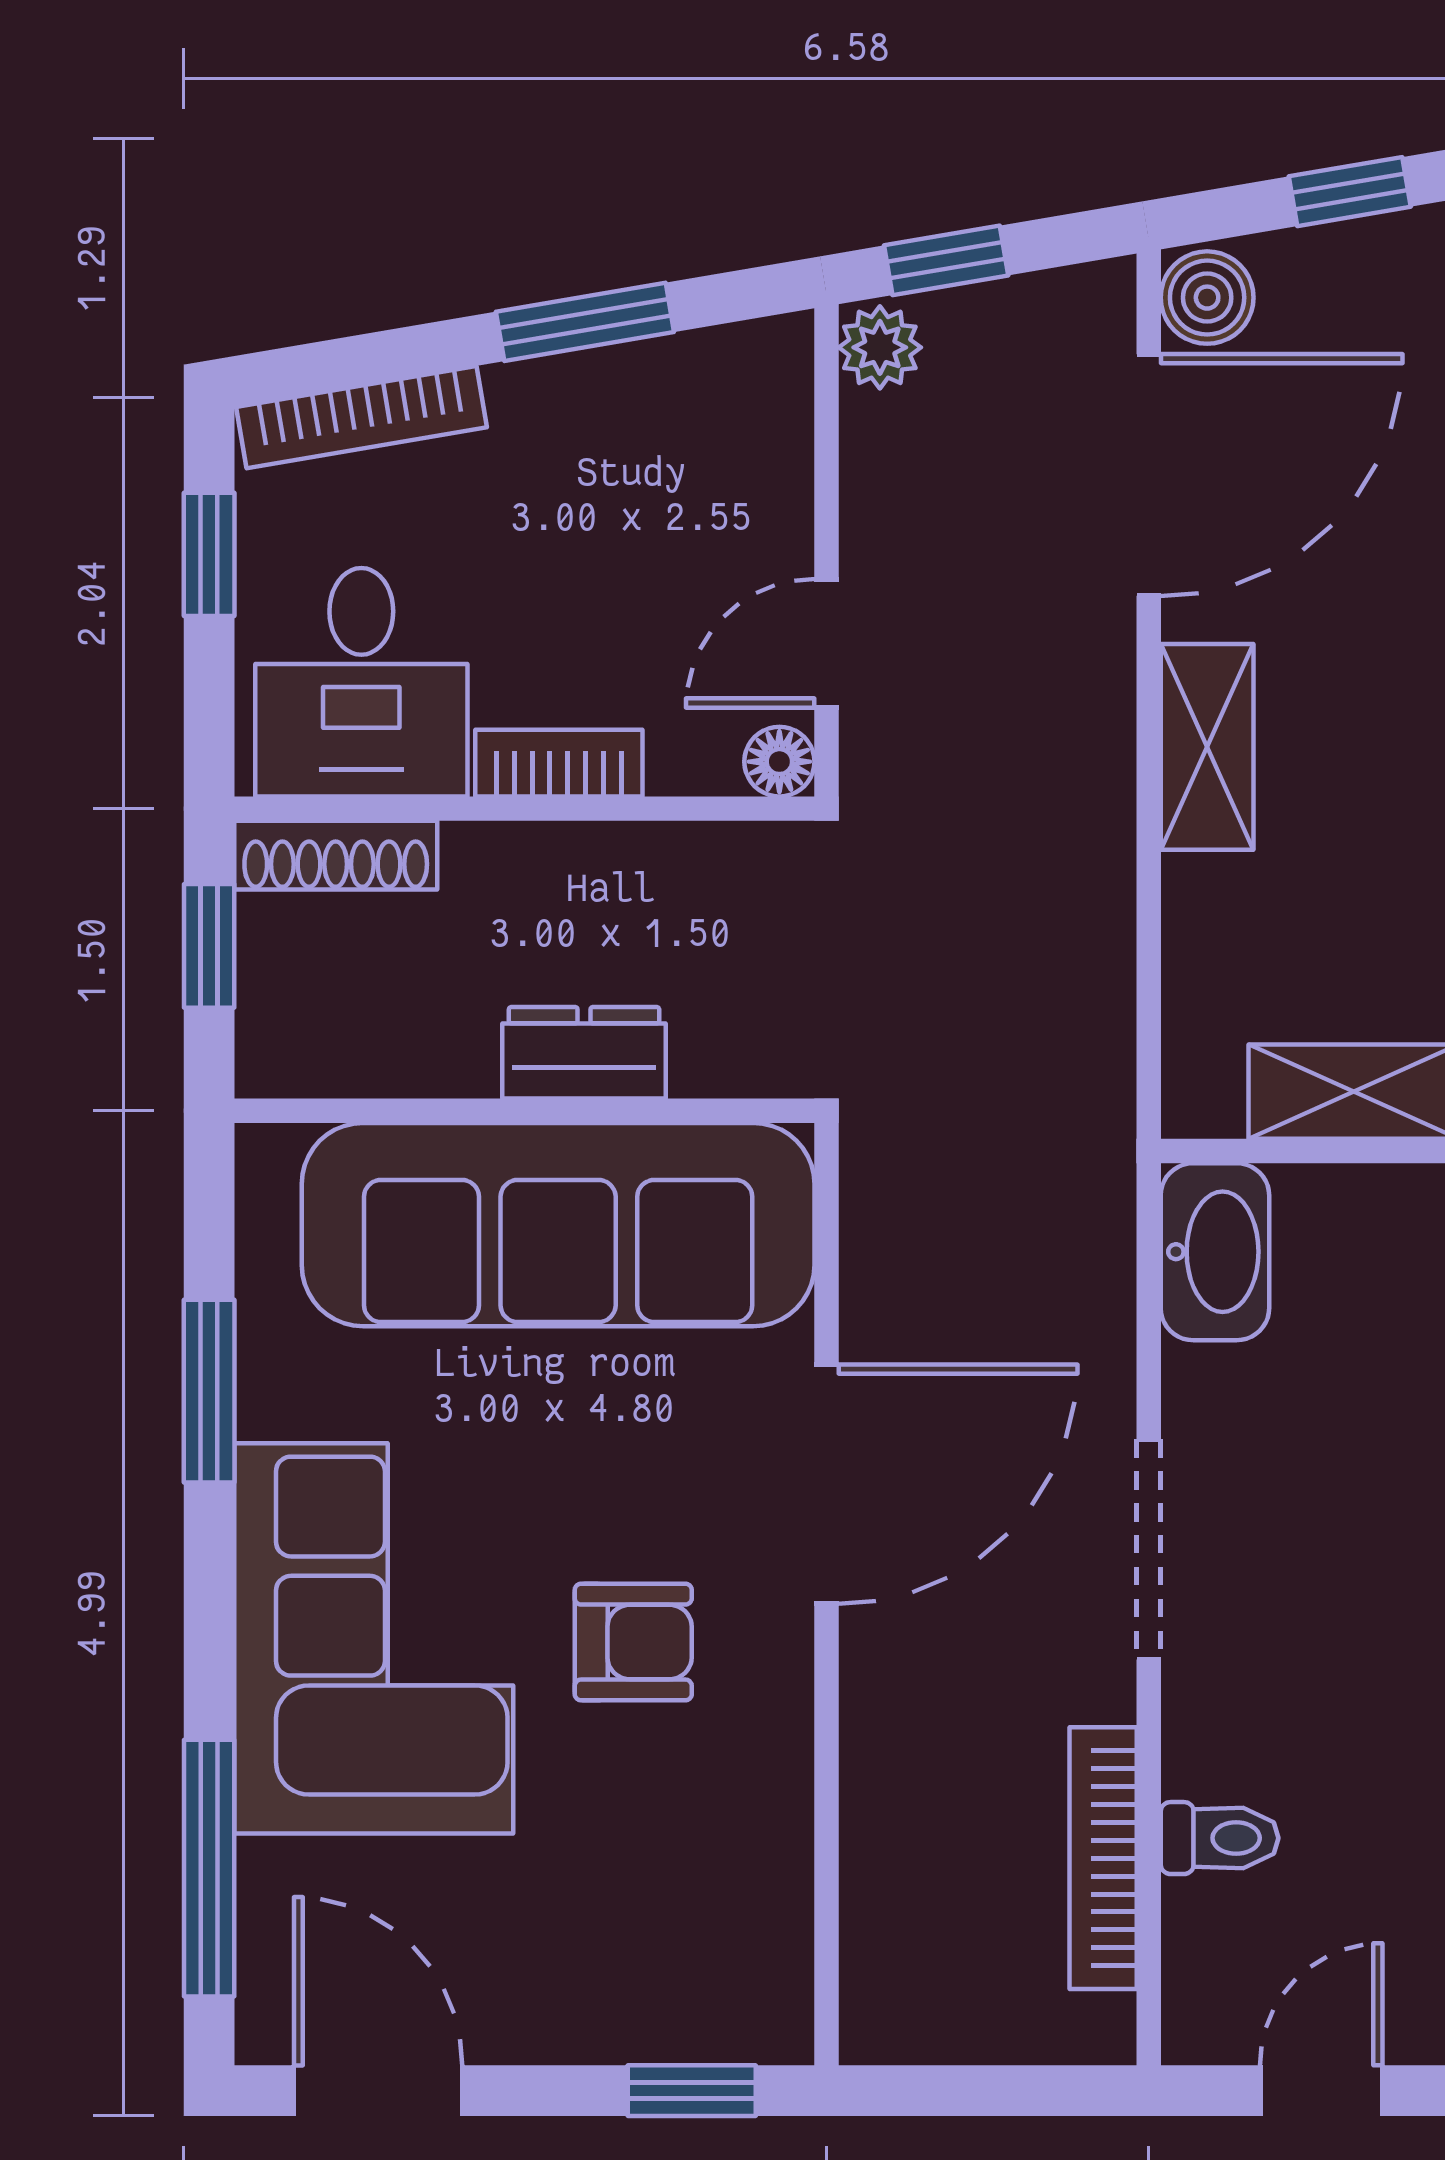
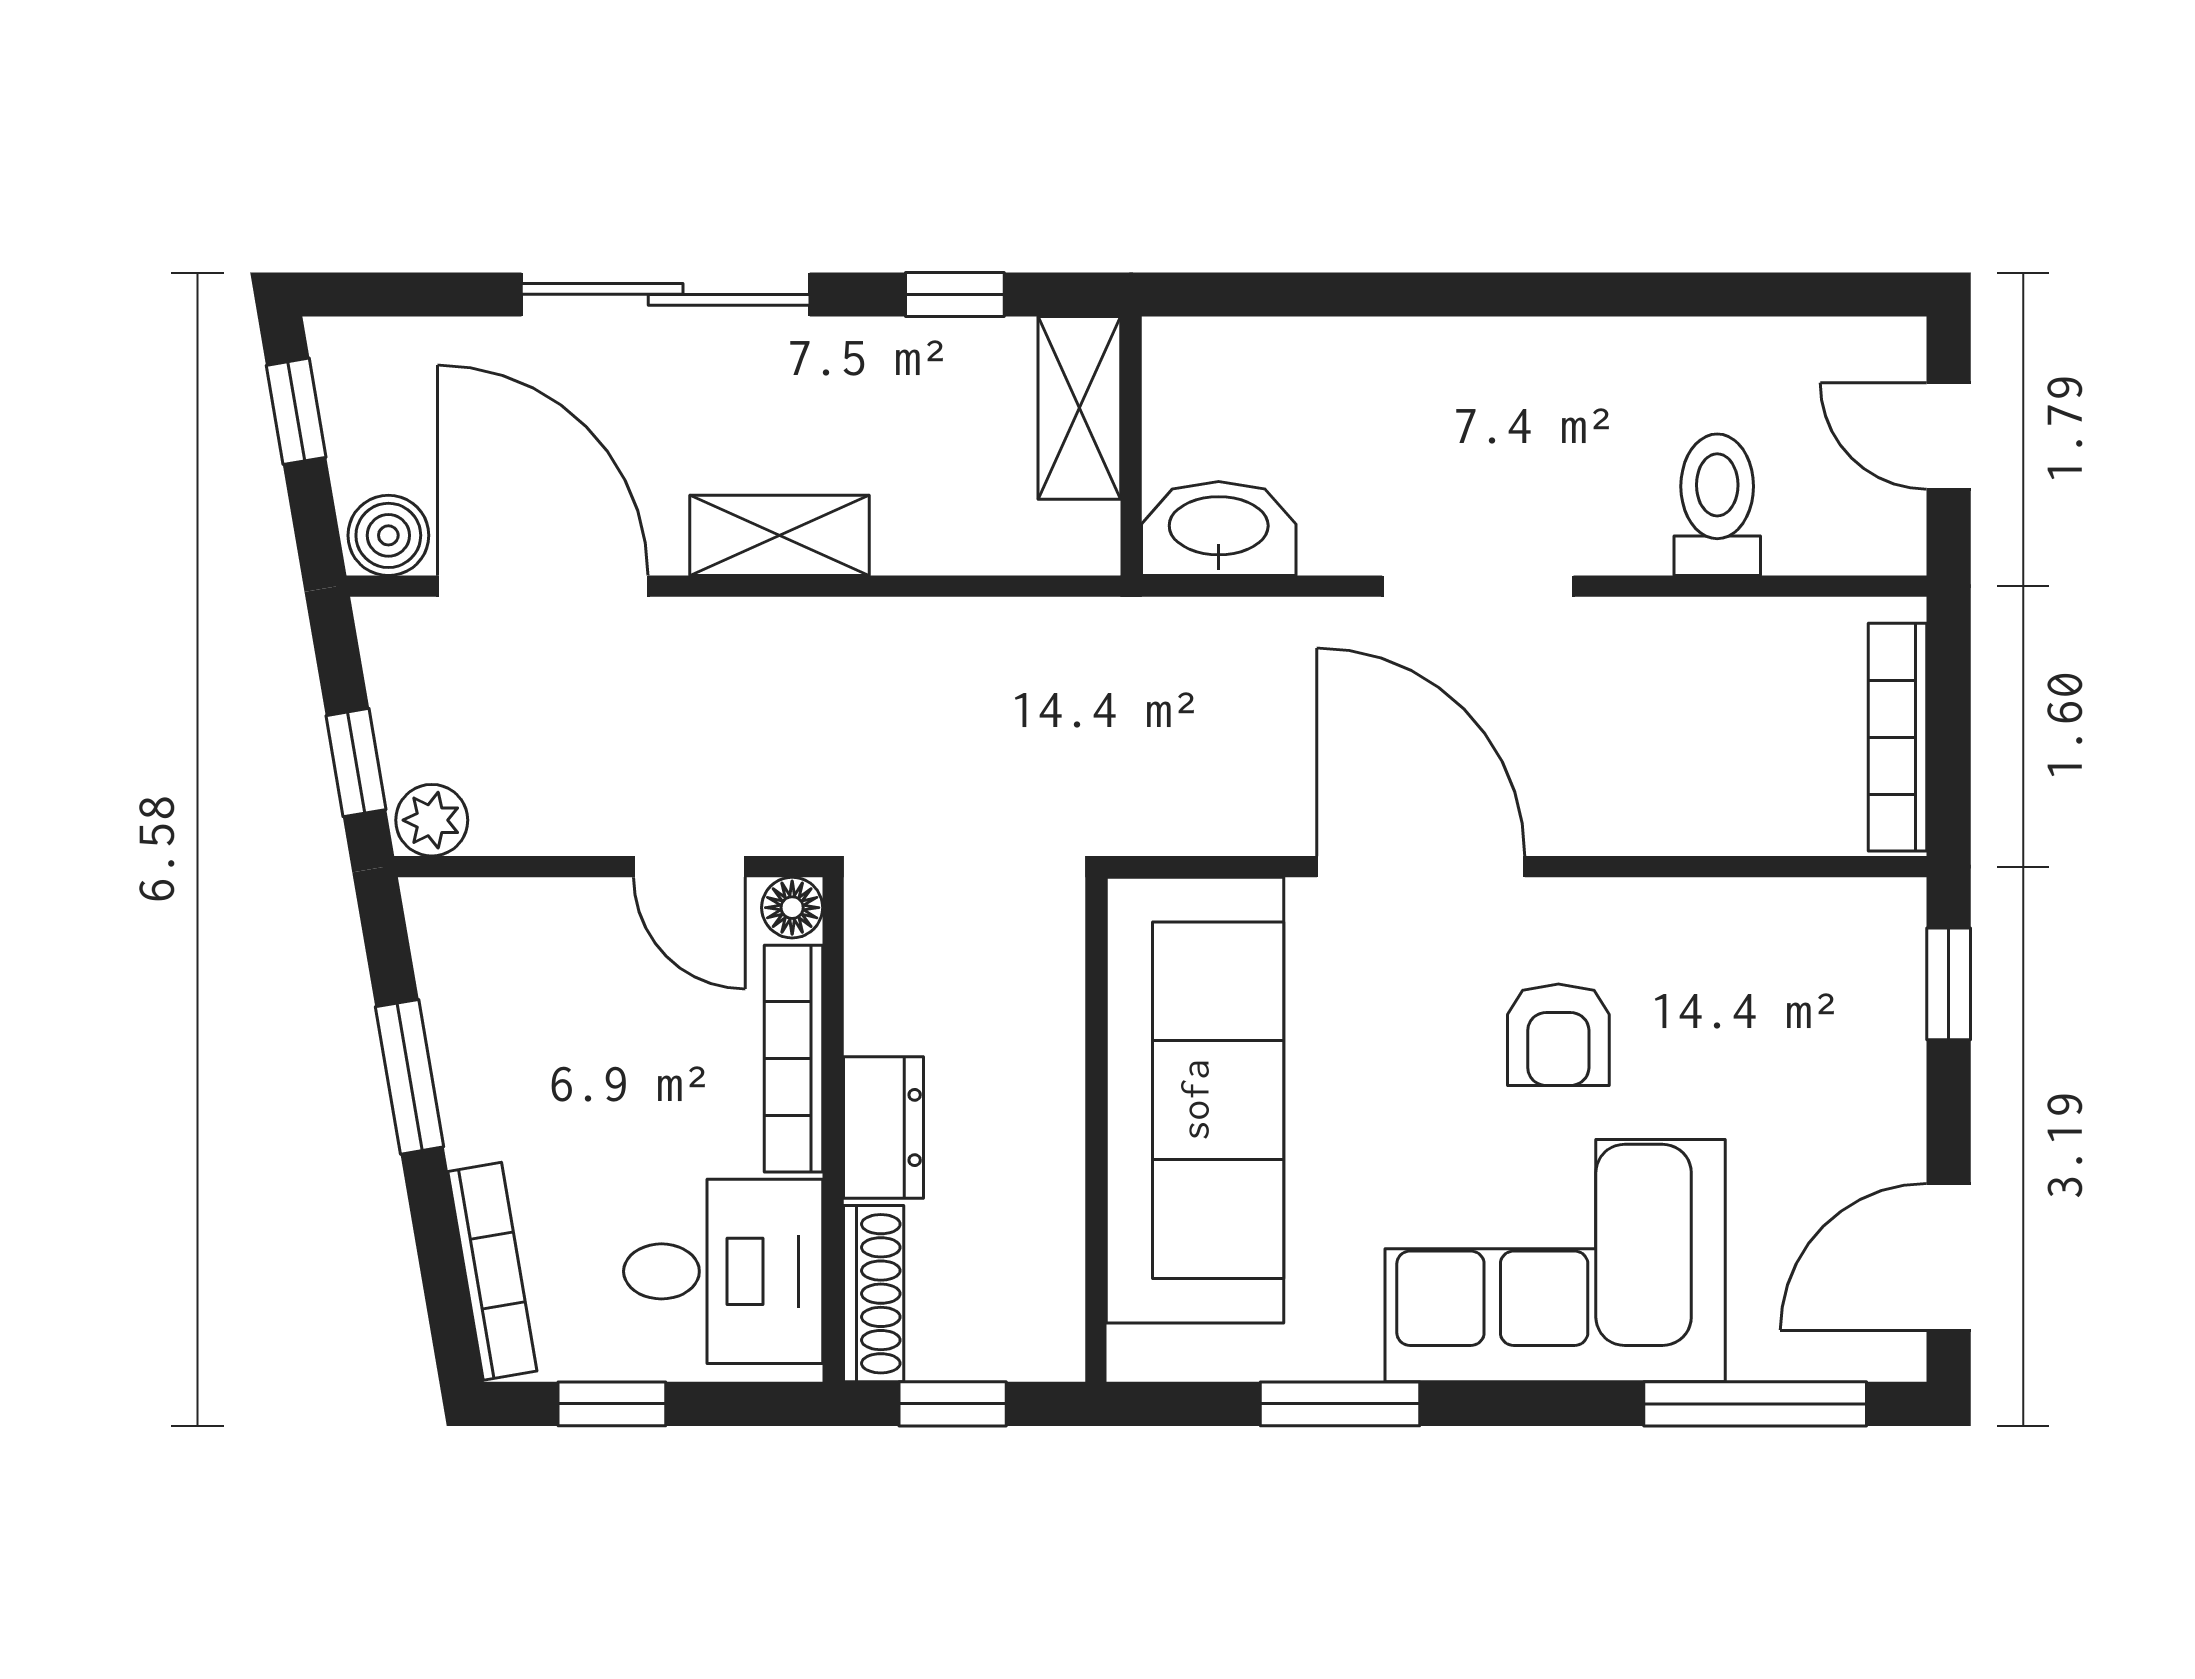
bookcase: (559, 763) -> (793, 1059), width x1.56
dresser: (584, 1053) -> (884, 1128), moved, turned 180
armchair: (633, 1642) -> (1558, 1035), turned 180
toilet: (1220, 1838) -> (1717, 505), width x1.37, depth x1.39
bookcase: (1103, 1858) -> (1898, 737), moved, turned 90

